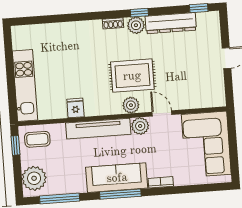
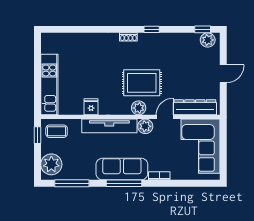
dresser: (171, 23) -> (195, 107), moved, turned 180
plant: (136, 25) -> (208, 40), moved
door: (162, 113) -> (165, 117), hinge flipped

